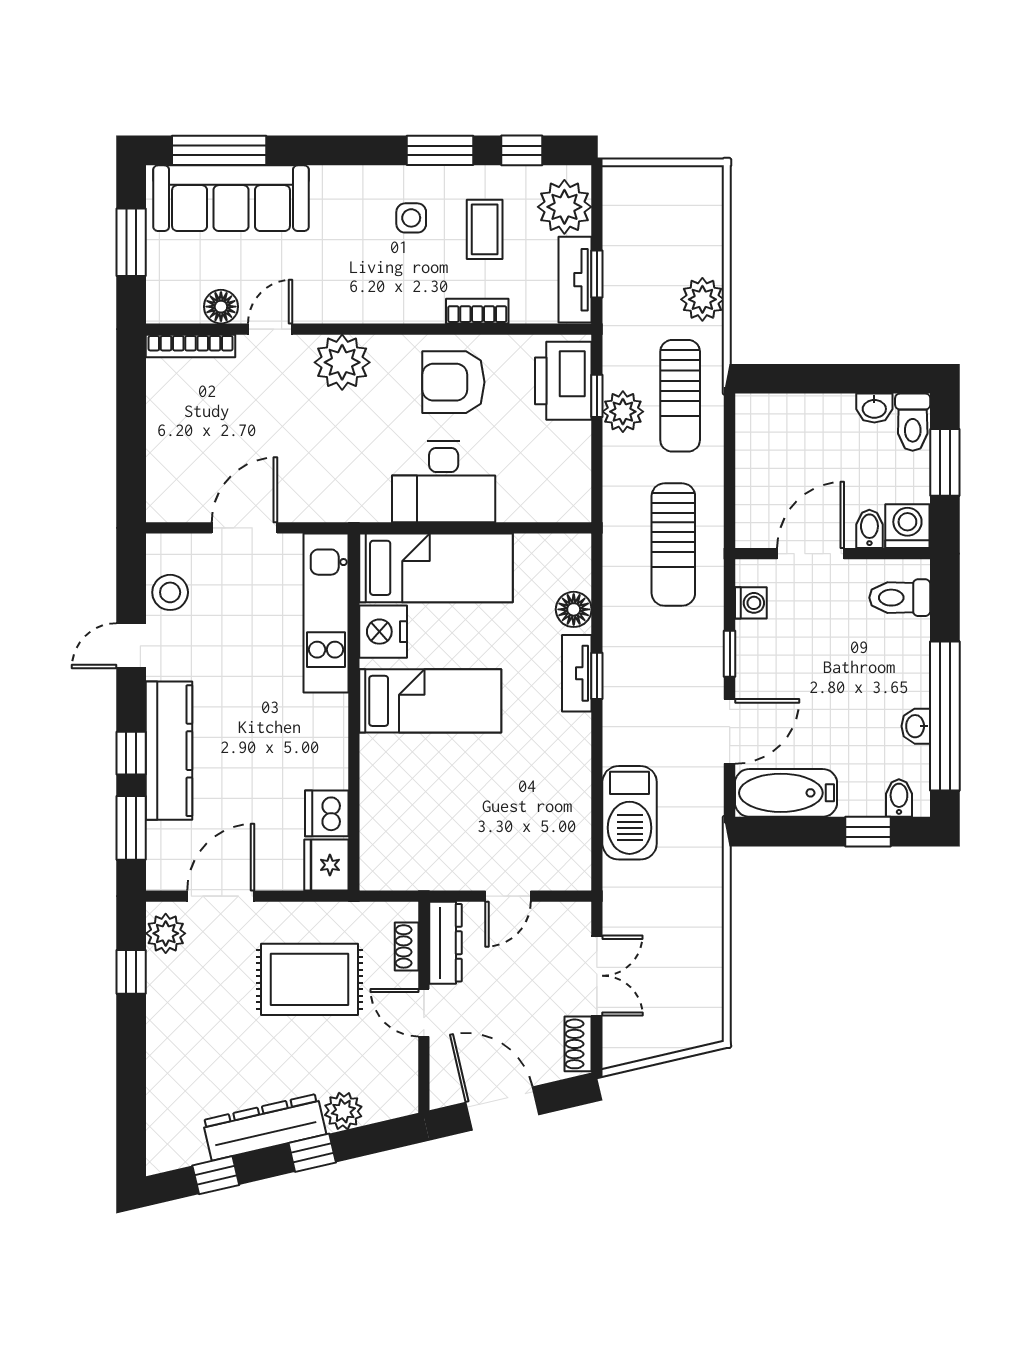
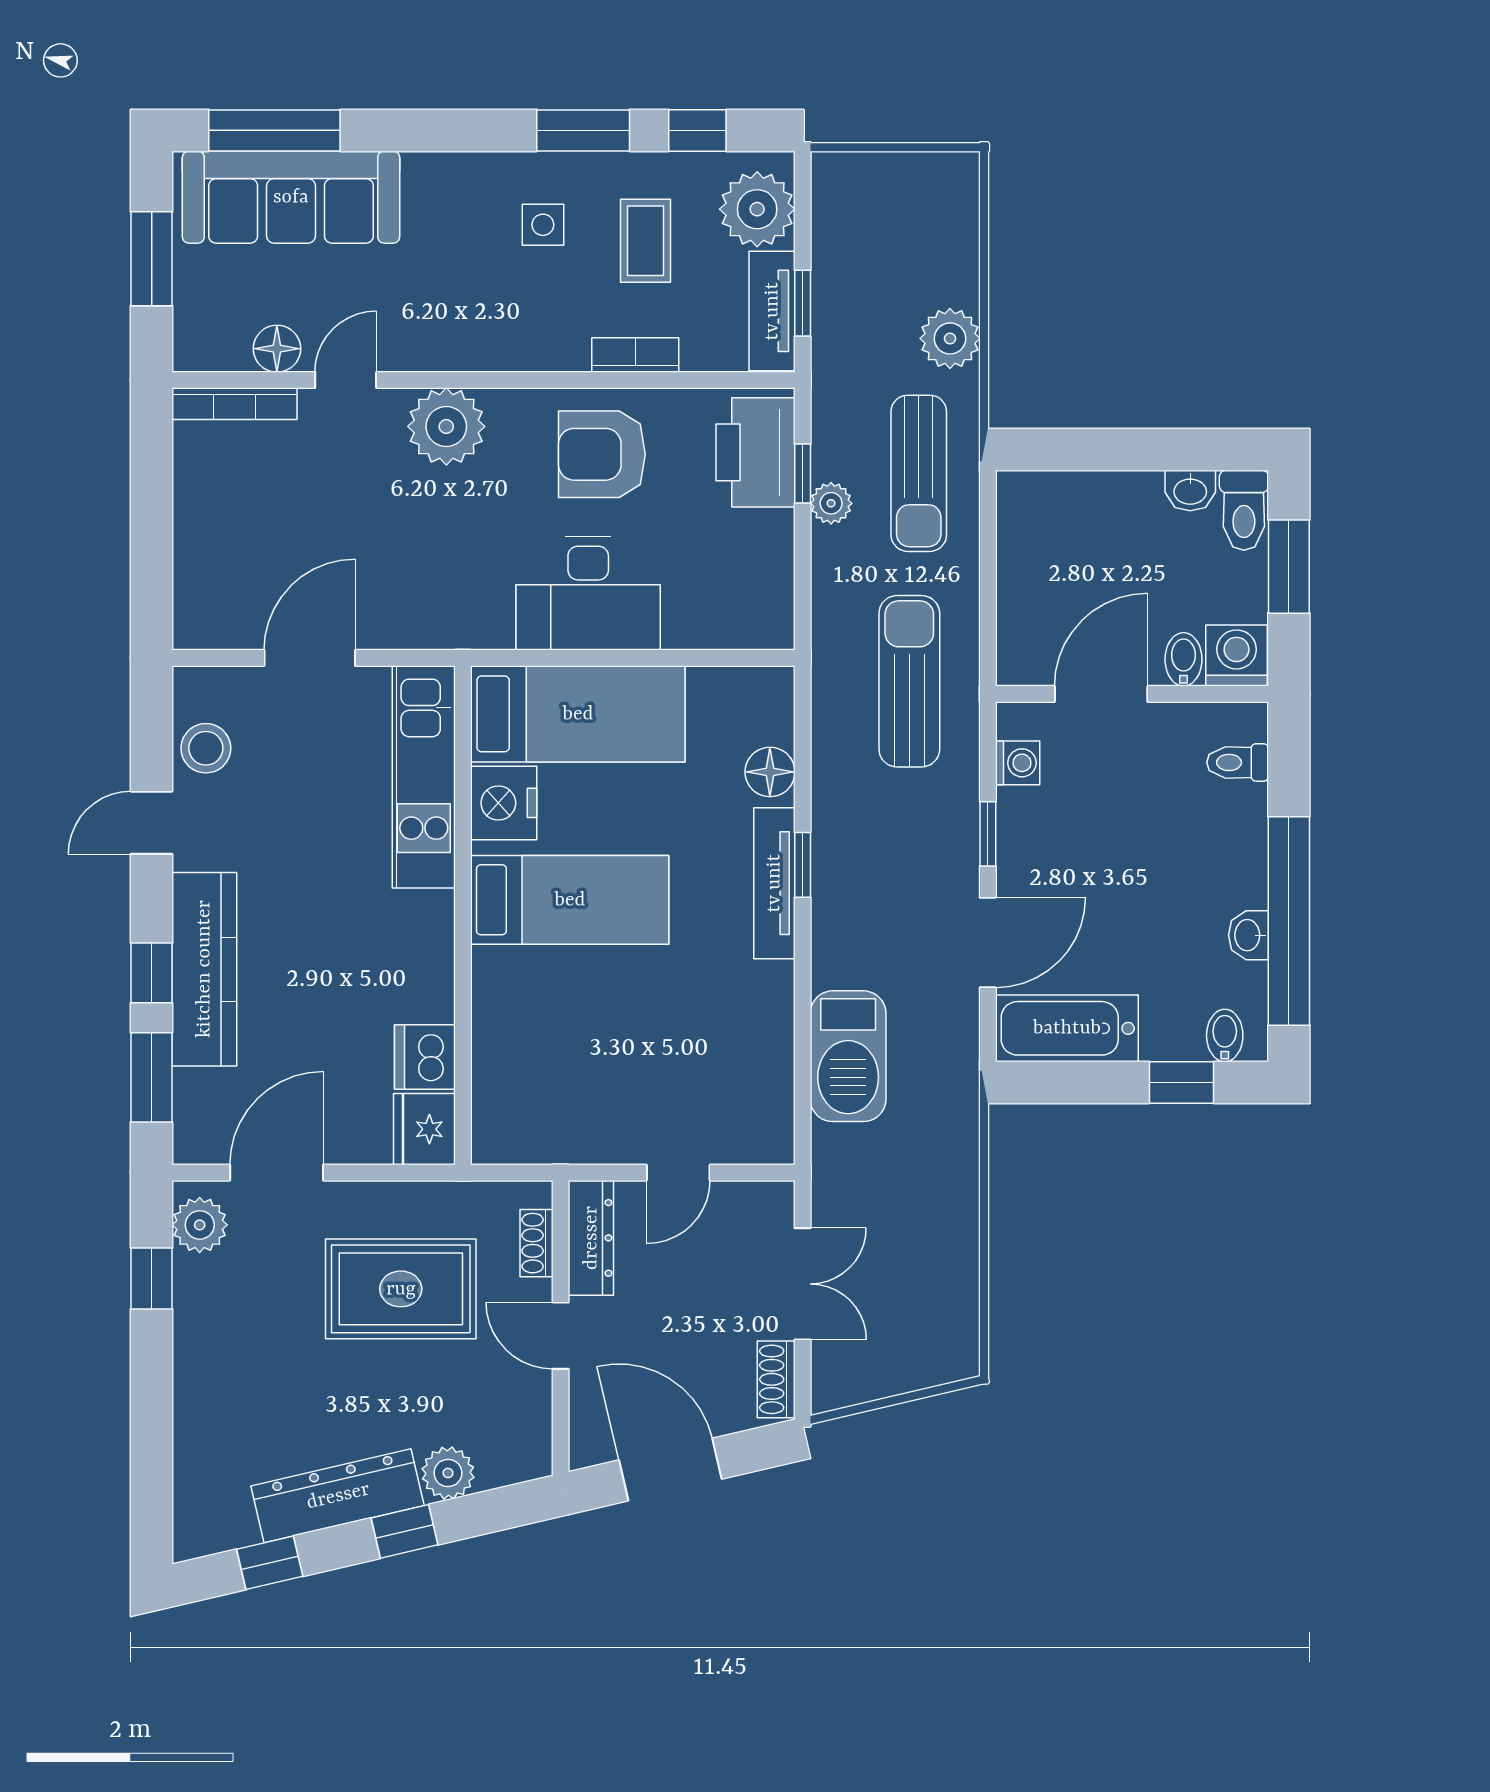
plant: (623, 412) -> (831, 503), width x0.73, depth x0.73
sun lounger: (673, 545) -> (909, 681), turned 180
toilet: (900, 598) -> (1238, 762), width x0.73, depth x0.72
tv unit: (577, 673) -> (774, 883), width x1.41

